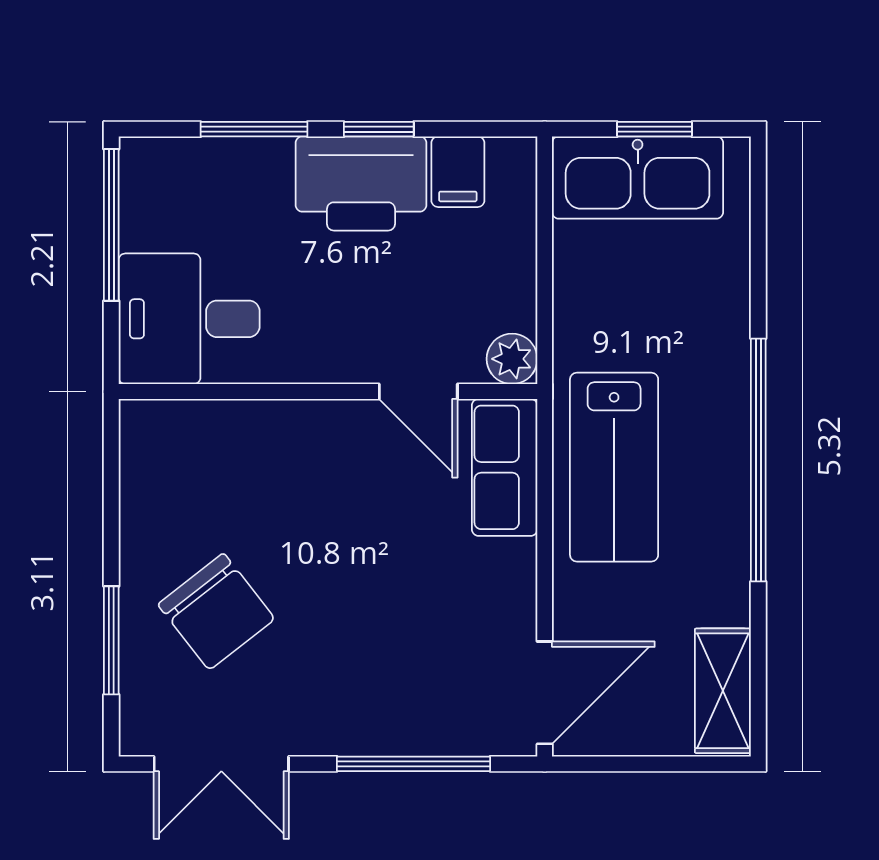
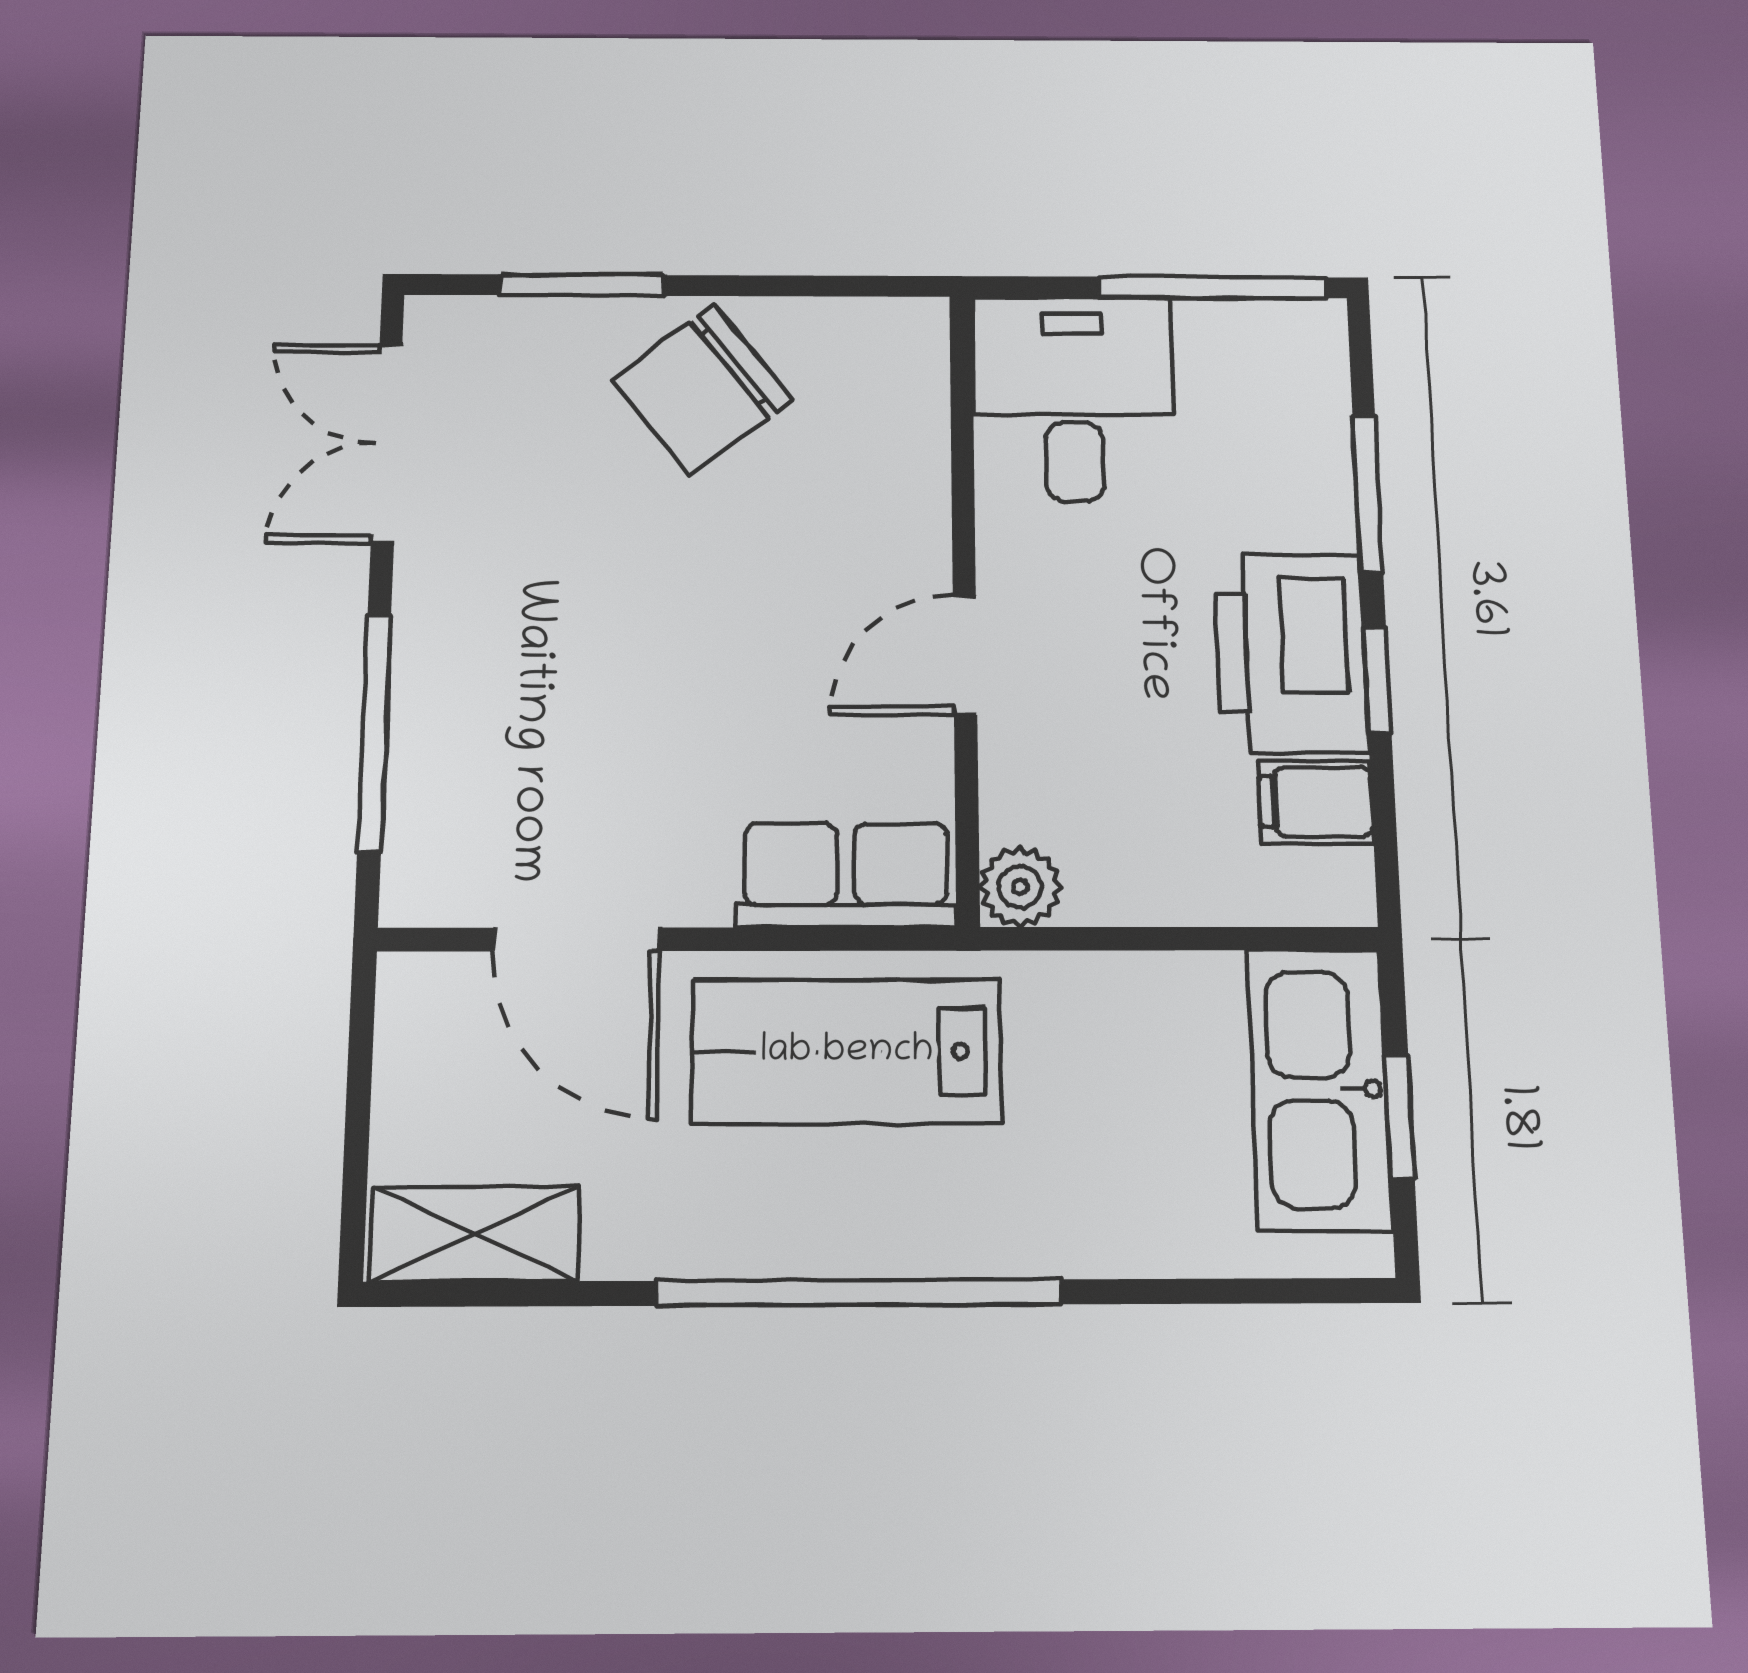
door: (418, 392) -> (965, 655), moved
chair: (216, 612) -> (702, 389), moved
door: (545, 693) -> (576, 939), moved

